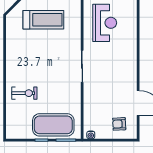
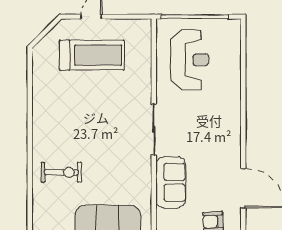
sofa: (93, 99) -> (171, 182), added

